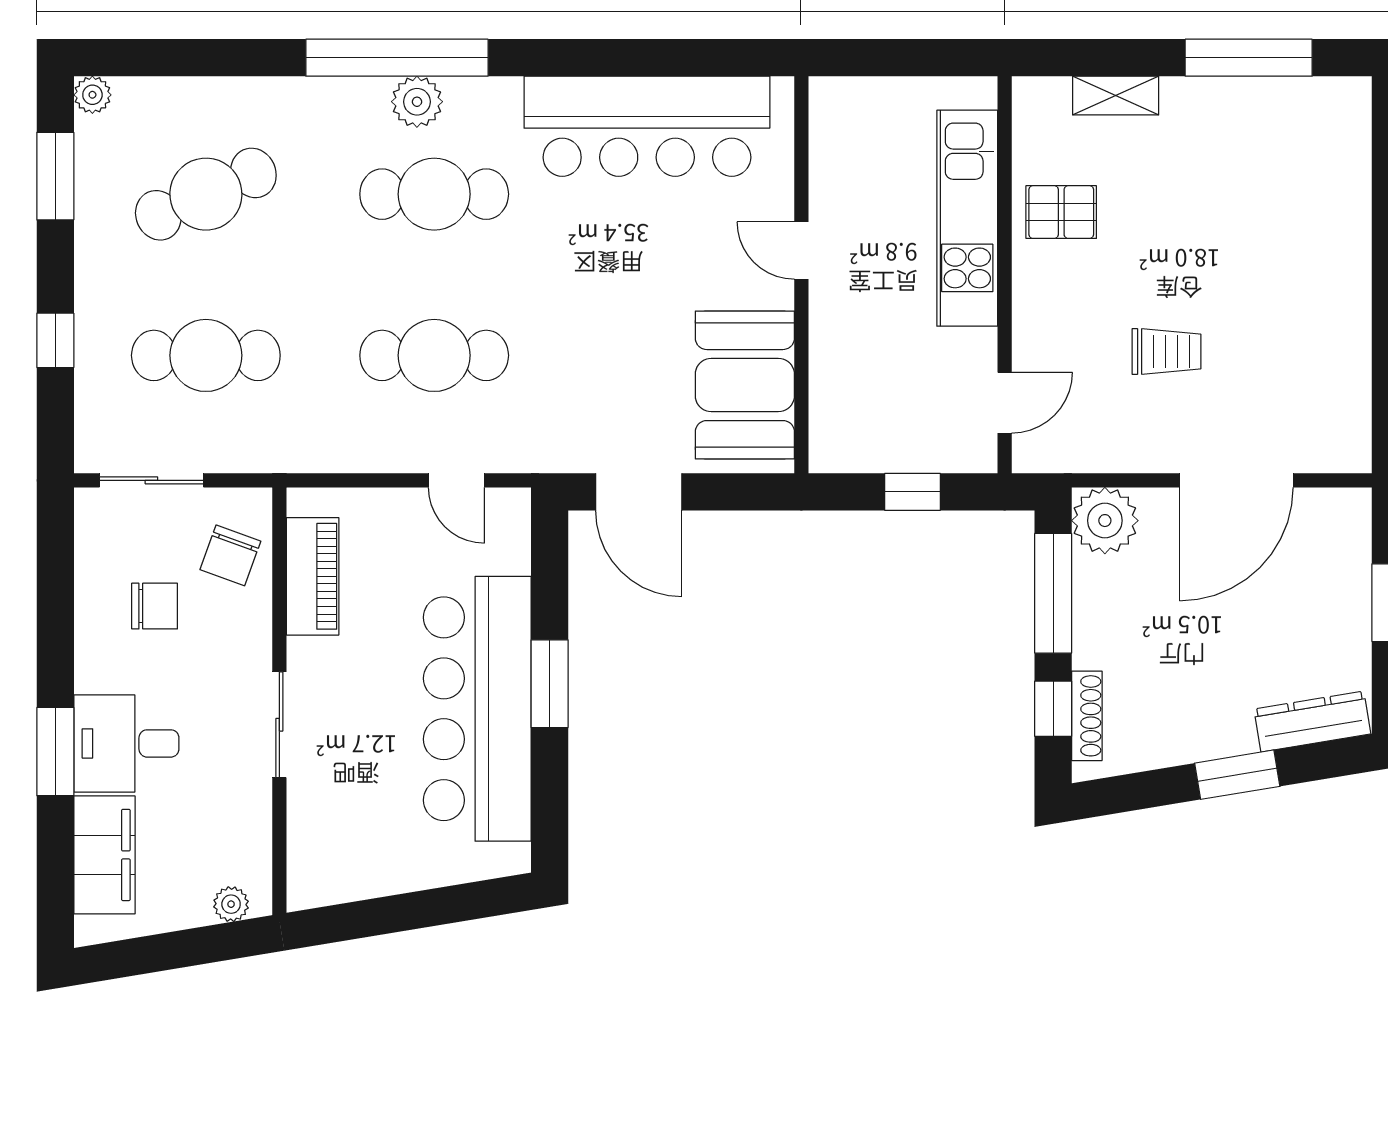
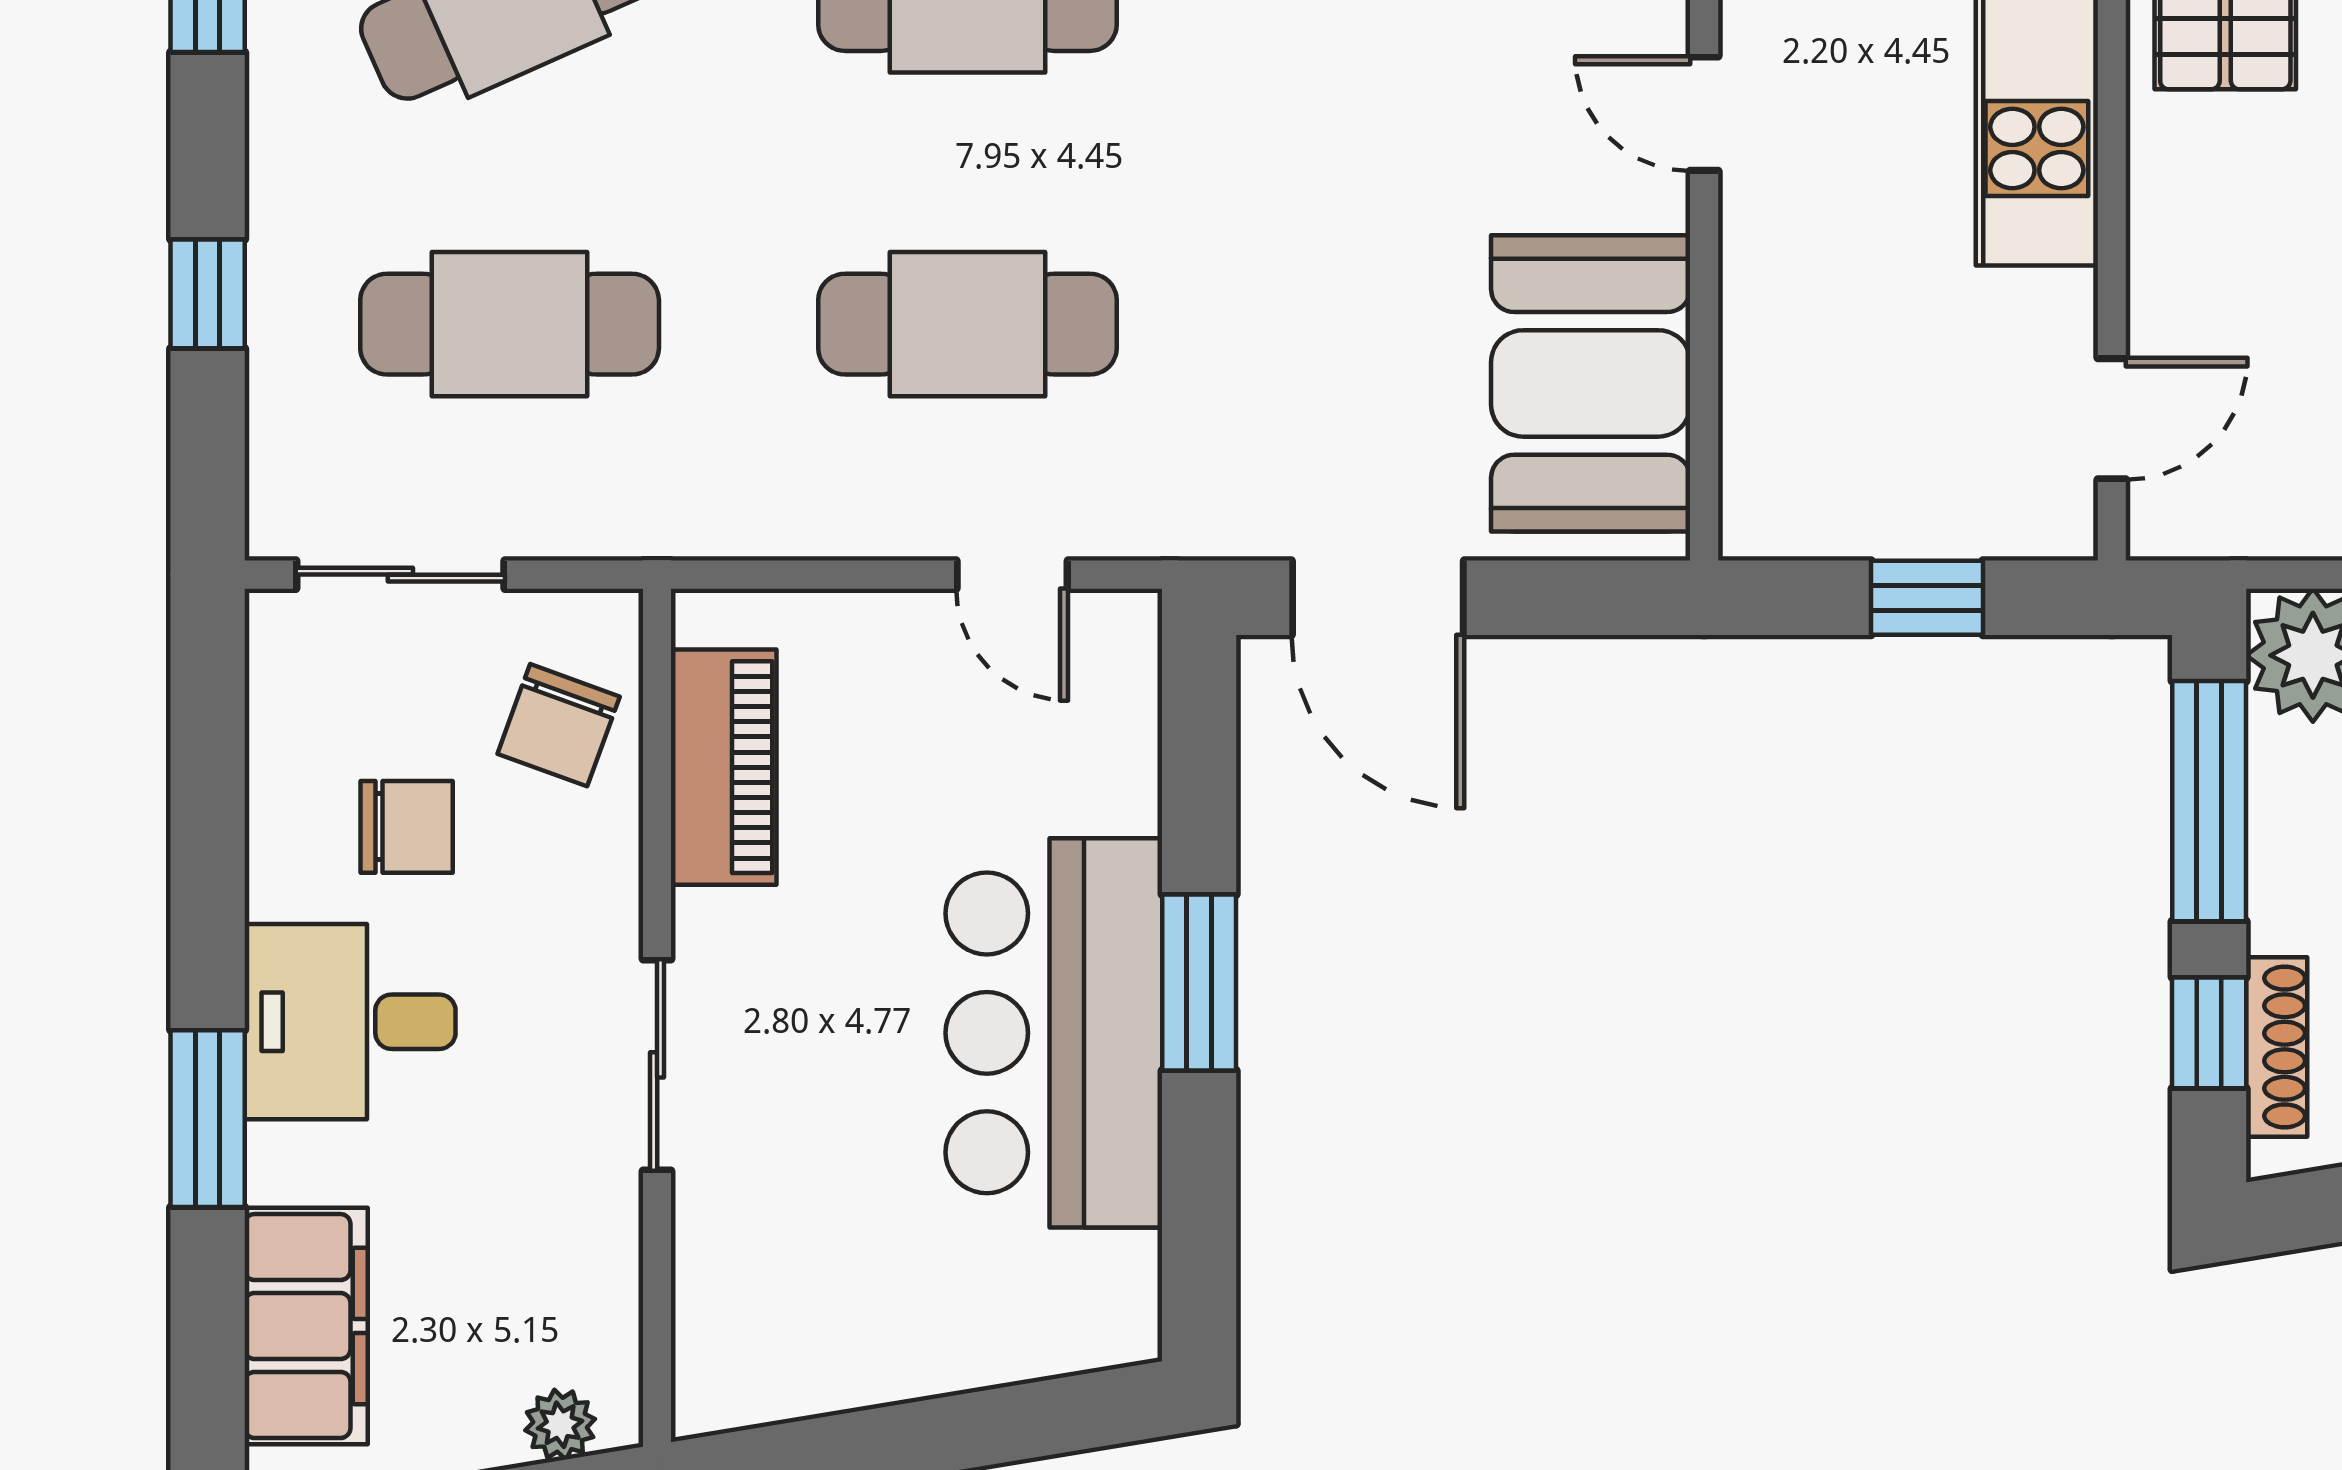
bar counter: (477, 709) -> (1054, 1033), width x0.73
desk: (126, 743) -> (350, 1022), moved

